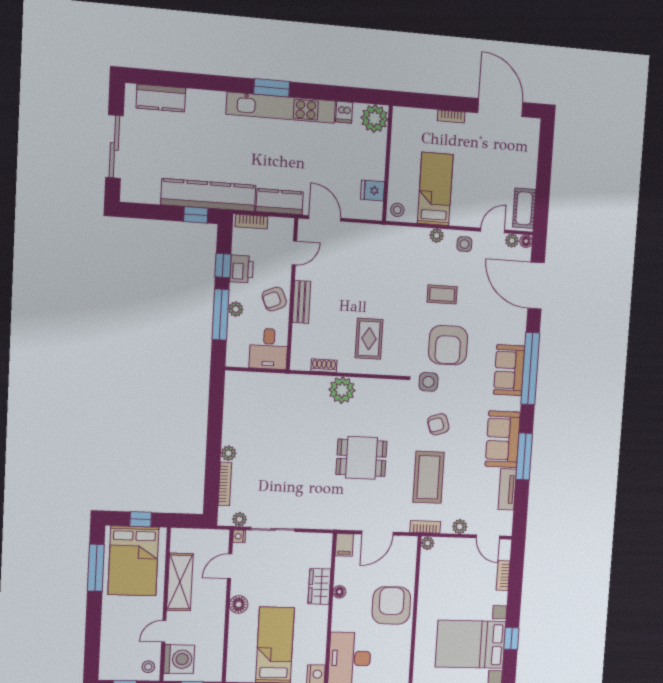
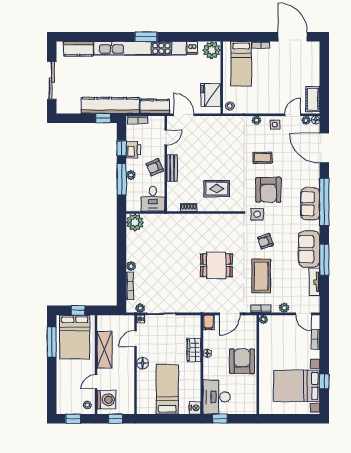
kitchen unit: (281, 108) -> (140, 48), width x1.36
bed: (435, 189) -> (241, 64), moved, turned 180
fridge: (373, 190) -> (211, 95), width x1.88, depth x1.34
rug: (369, 339) -> (217, 189), turned 90
plant: (342, 390) -> (135, 222), moved

